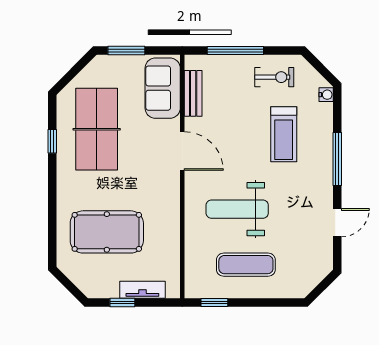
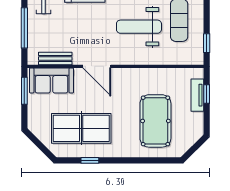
window: (126, 51) -> (24, 91), moved
door: (182, 151) -> (97, 66), swing flipped
weight bench: (237, 209) -> (139, 27), turned 90
window: (122, 303) -> (207, 94), moved

